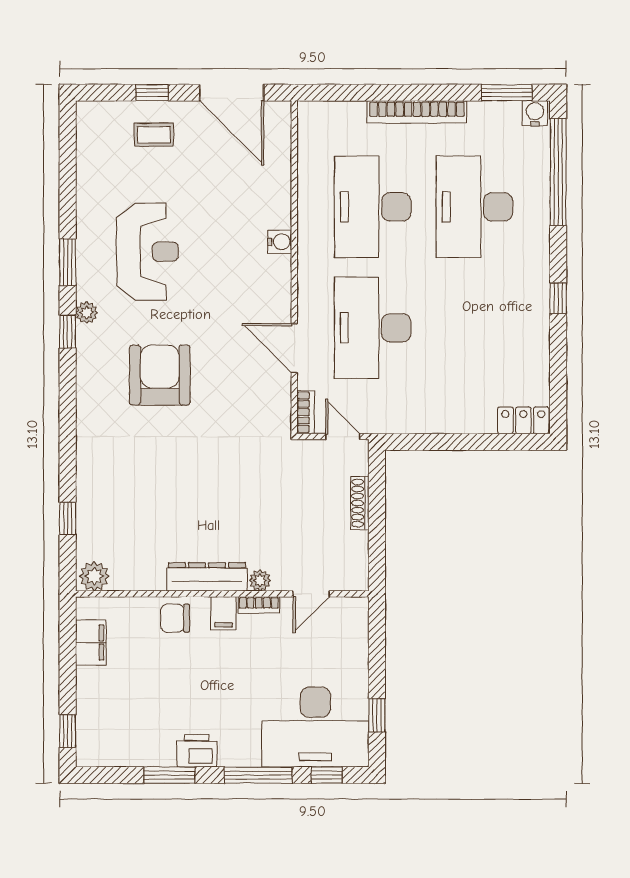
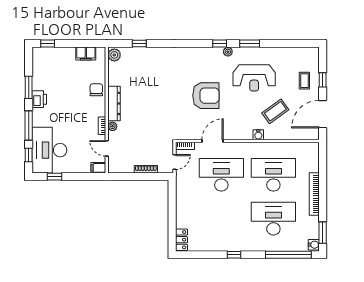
coffee table: (225, 202) -> (275, 111), added
armchair: (160, 375) -> (206, 96), moved
filing cabinet: (224, 613) -> (98, 168), moved

